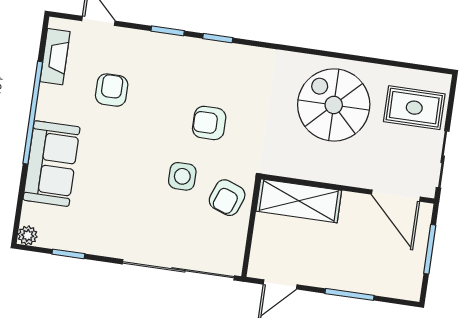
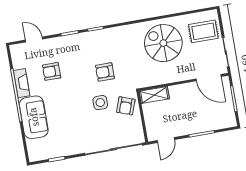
fireplace: (55, 57) -> (22, 83), moved
armchair: (112, 90) -> (52, 71), turned -90
shelving: (299, 201) -> (154, 95), width x0.67, depth x0.75
plant: (28, 235) -> (34, 157), removed

